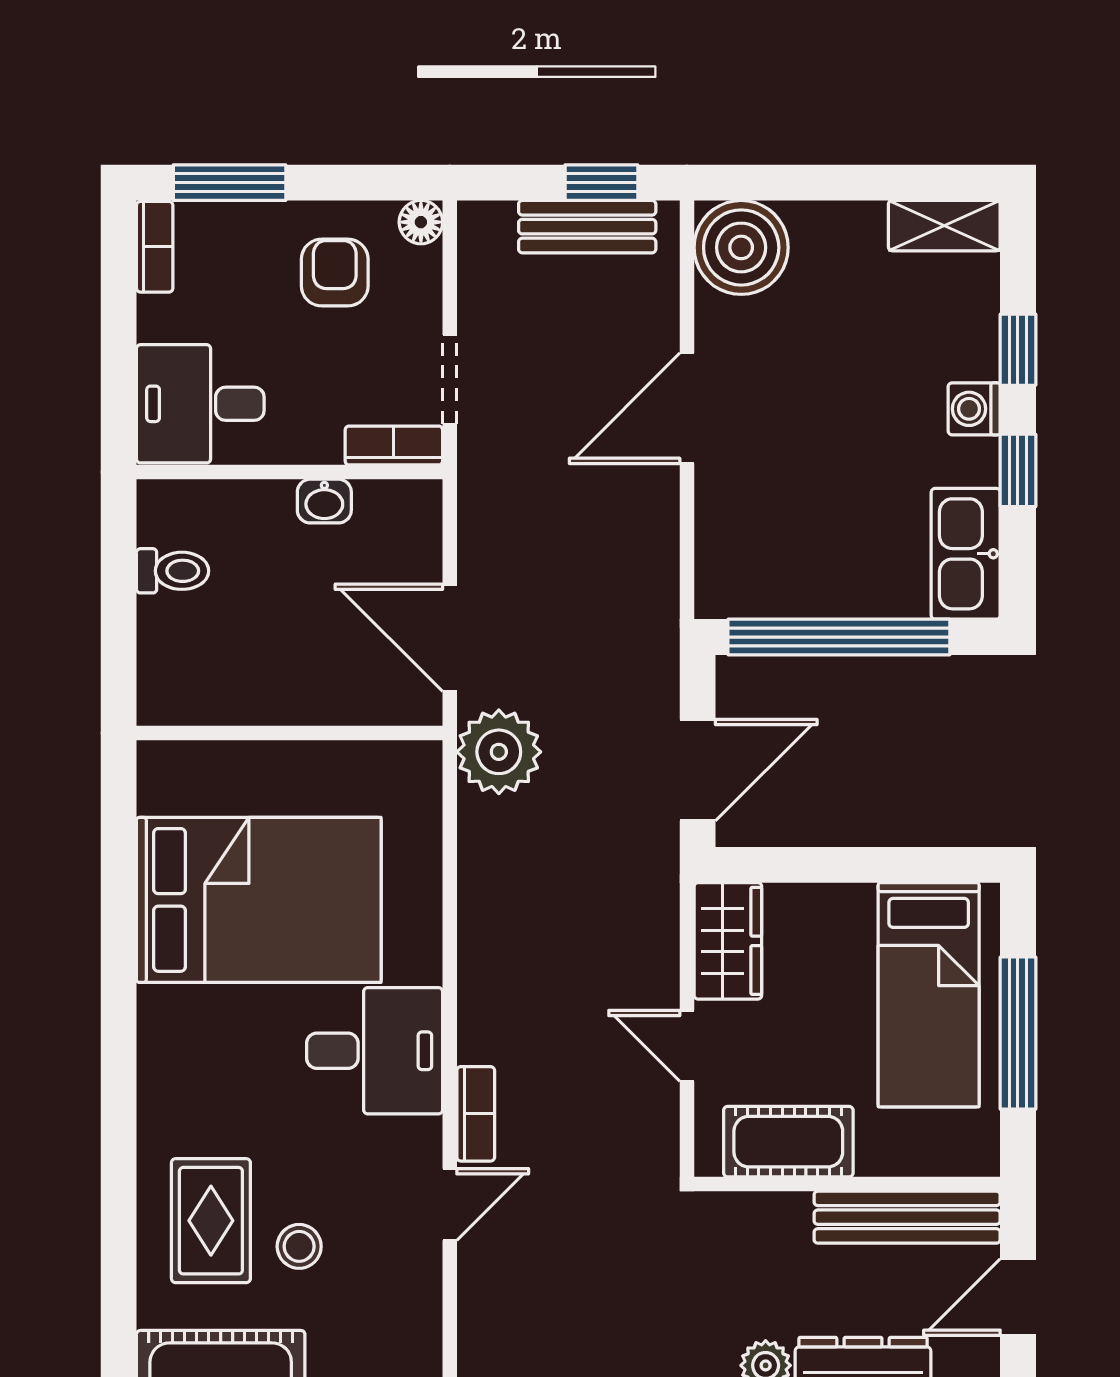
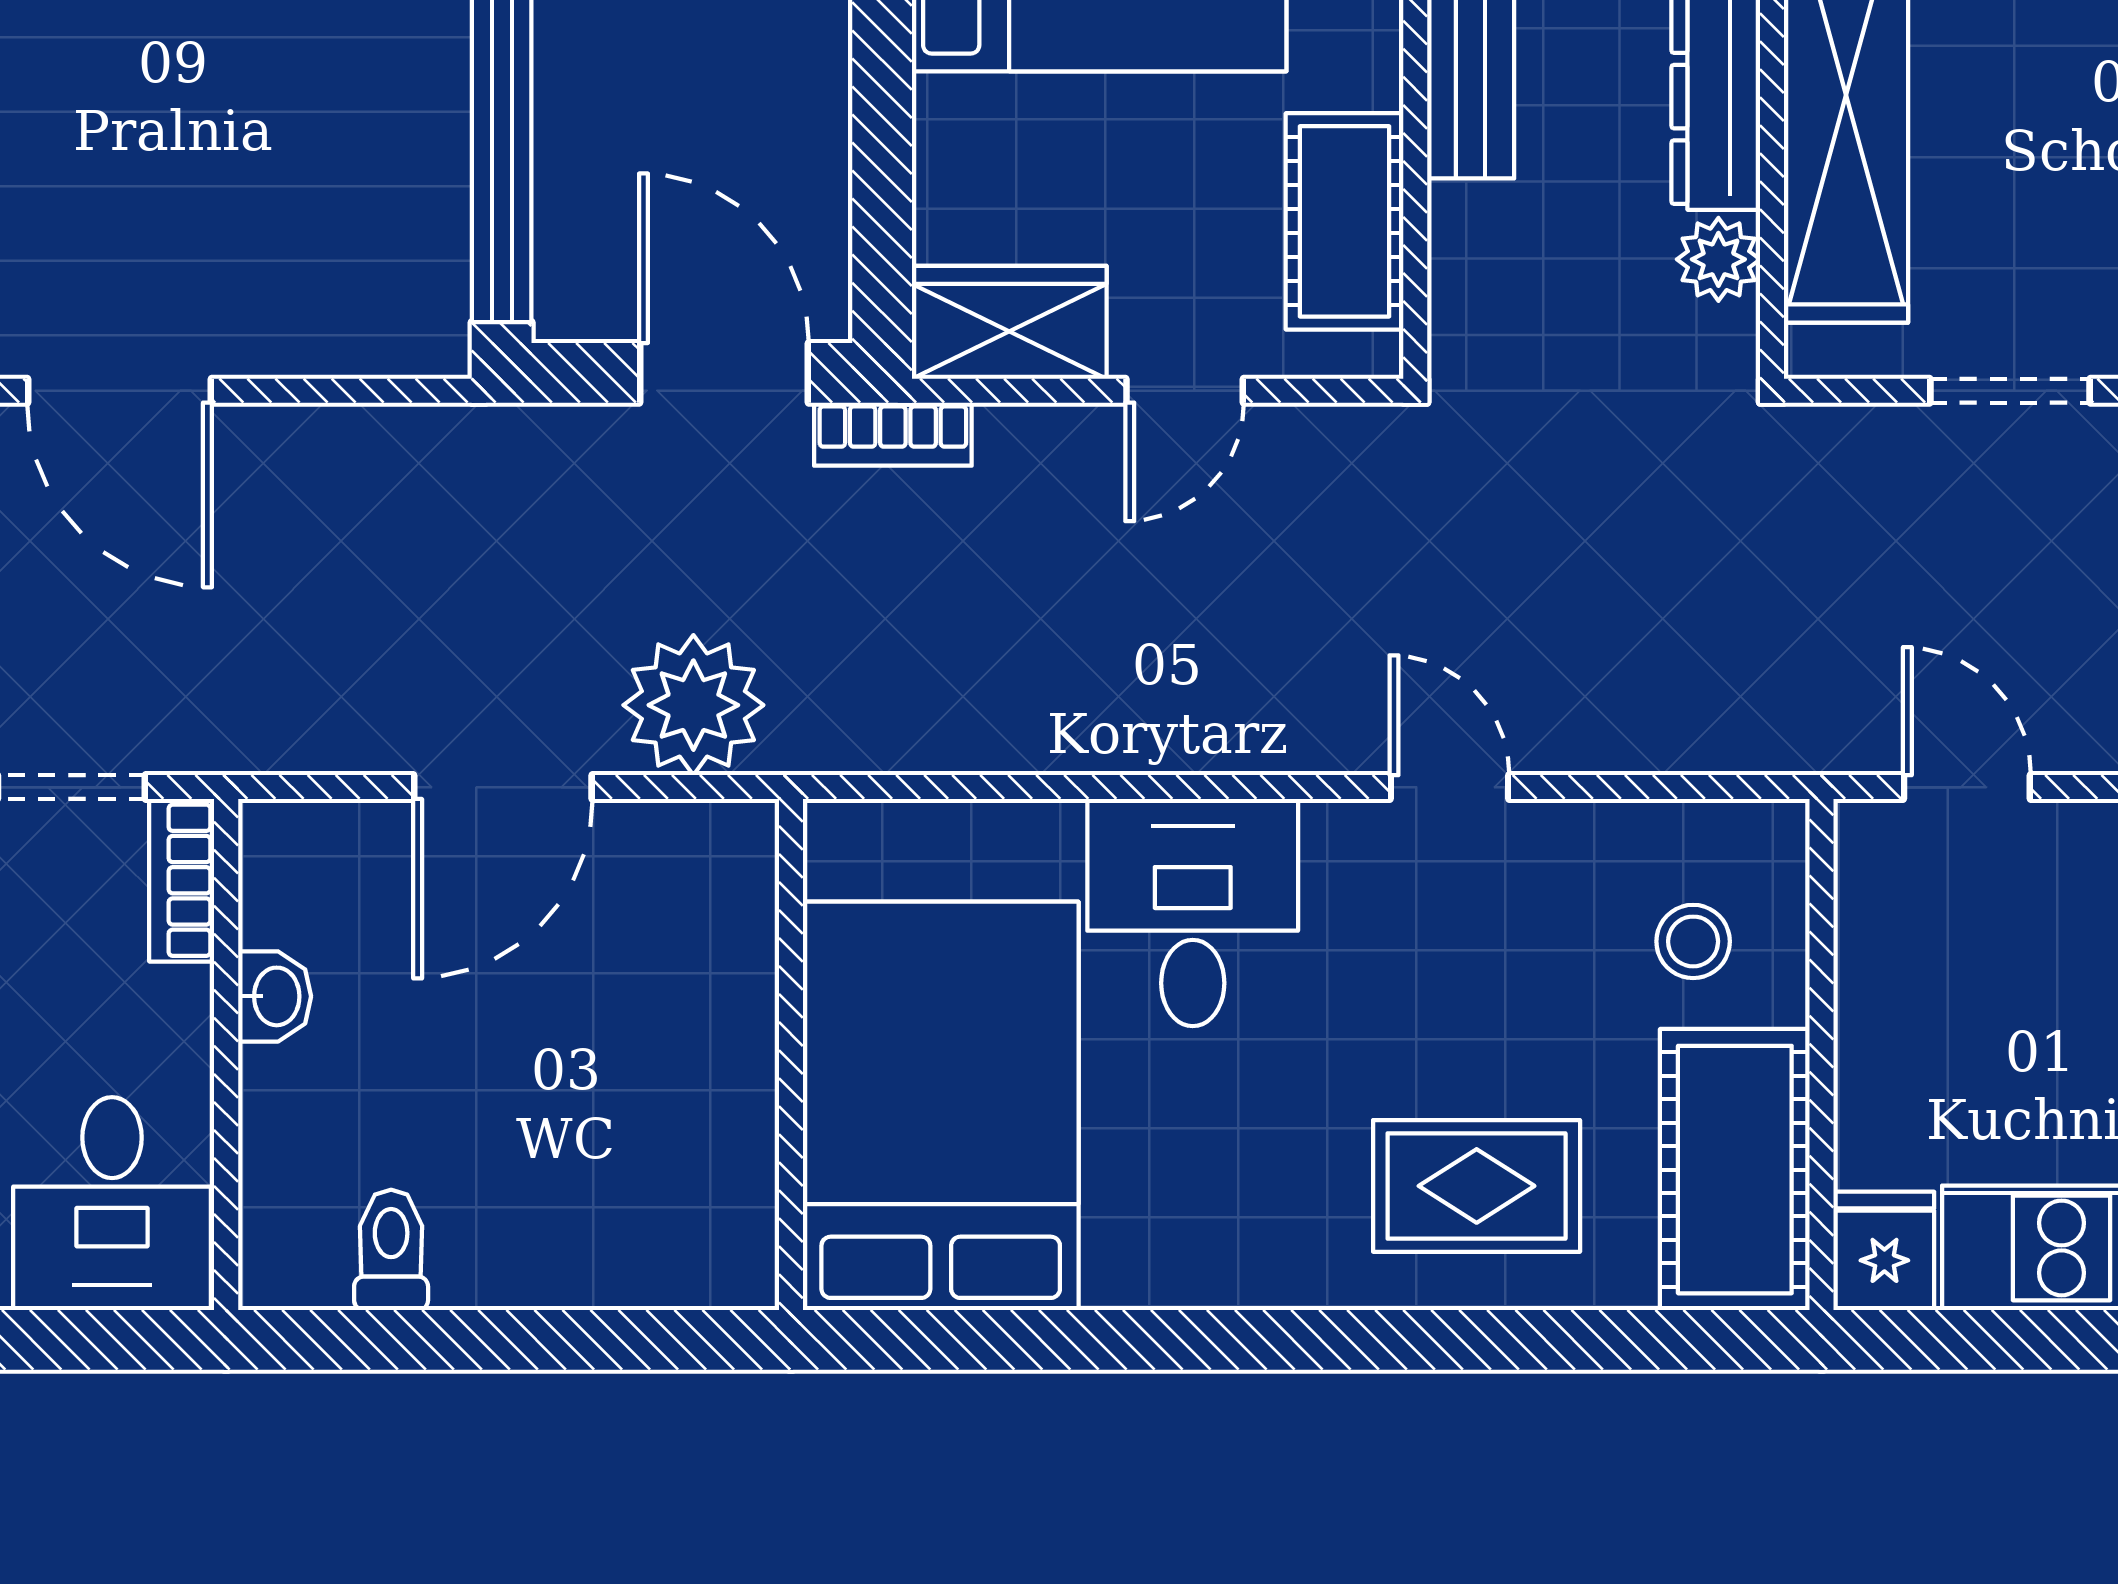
wall: (290, 733) -> (791, 1055), moved
bookcase: (476, 1114) -> (893, 434), moved, turned 180
stool: (299, 1246) -> (1693, 941), moved

